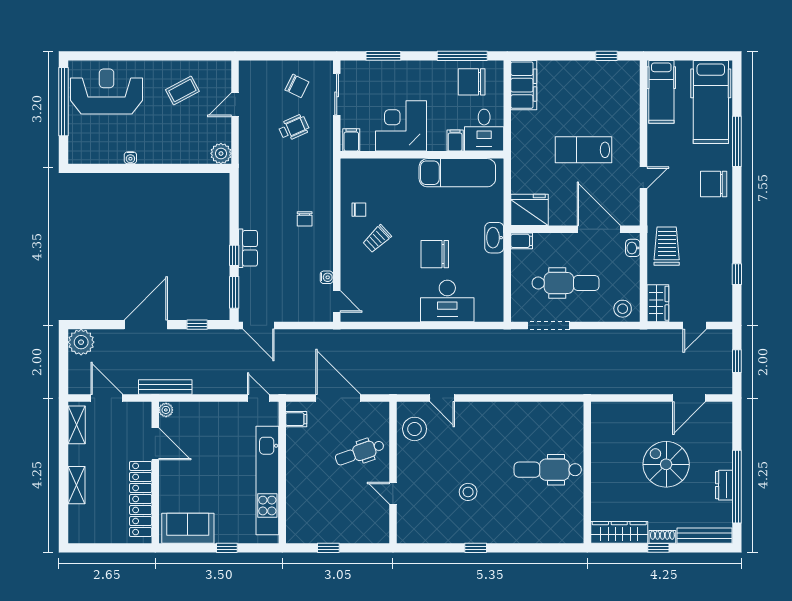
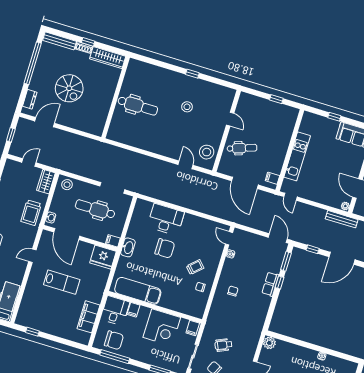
filing cabinet: (524, 85) -> (88, 317), moved
kitchen unit: (267, 481) -> (297, 156), width x0.73
dresser: (724, 485) -> (30, 99), moved

